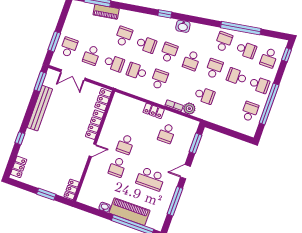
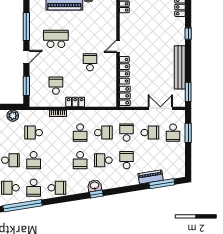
washbasin: (183, 26) -> (95, 186), moved
school desk: (124, 36) -> (127, 160), turned 180
school desk: (91, 55) -> (150, 133), turned 90
school desk: (191, 61) -> (57, 188), moved, turned 90
school desk: (114, 63) -> (127, 133), turned 90
plant: (189, 109) -> (13, 116), moved
school desk: (117, 167) -> (90, 39), removed

